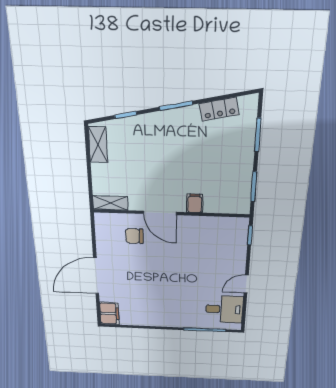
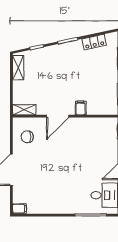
door: (160, 213) -> (58, 116), hinge flipped
chair: (134, 236) -> (27, 137), moved
filing cabinet: (109, 313) -> (19, 209), width x0.50

